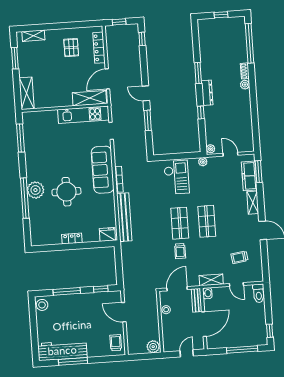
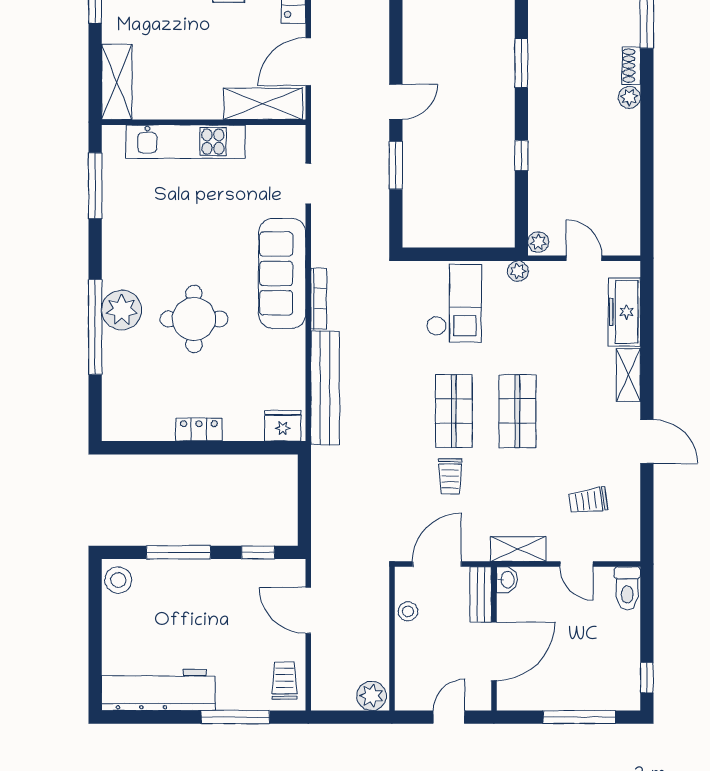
door: (146, 93) -> (396, 102), swing flipped
dresser: (207, 93) -> (539, 110), removed
kitchen unit: (83, 115) -> (186, 142), moved
window: (259, 172) -> (647, 303), removed
window: (73, 361) -> (235, 717), moved

